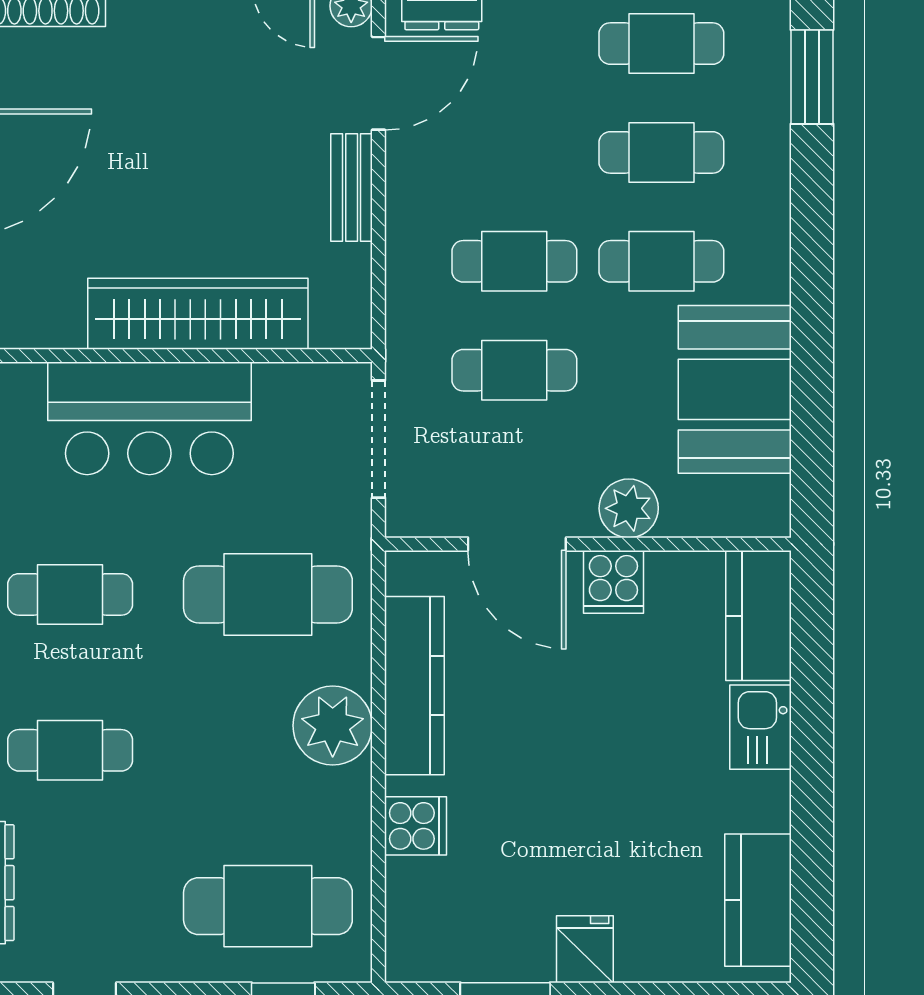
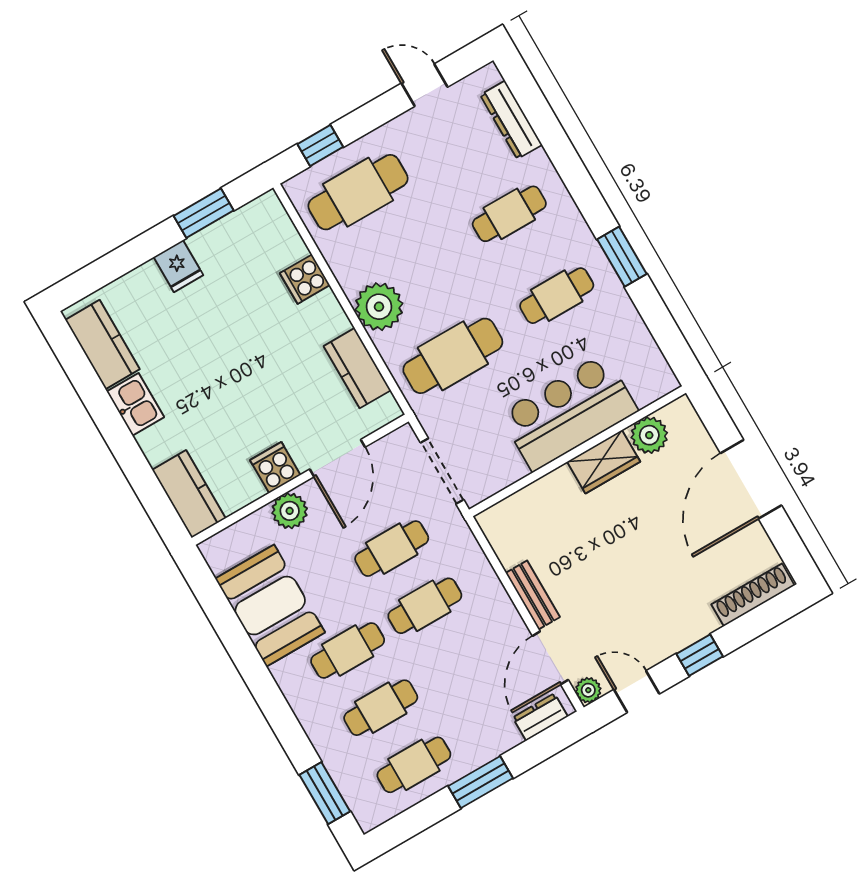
wardrobe: (198, 314) -> (604, 462), width x0.48, depth x0.85
plant: (53, 319) -> (649, 435), added
door: (517, 544) -> (337, 458), swing flipped
kitchen counter: (414, 686) -> (357, 368), width x0.67
kitchen sink: (760, 727) -> (135, 404), moved

